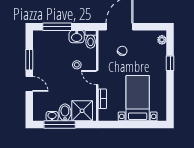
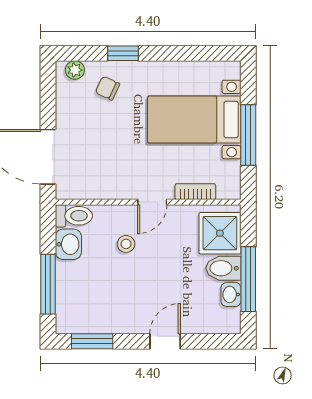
chair: (122, 51) -> (108, 88), moved
window: (29, 60) -> (92, 341), moved
window: (130, 125) -> (248, 135), added

